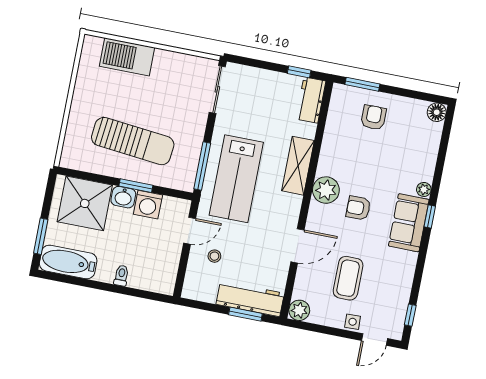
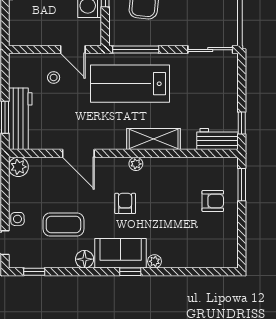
floor lamp: (437, 112) -> (85, 259), moved
plant: (326, 190) -> (136, 164), width x0.53, depth x0.53
coffee table: (348, 278) -> (63, 225), moved

